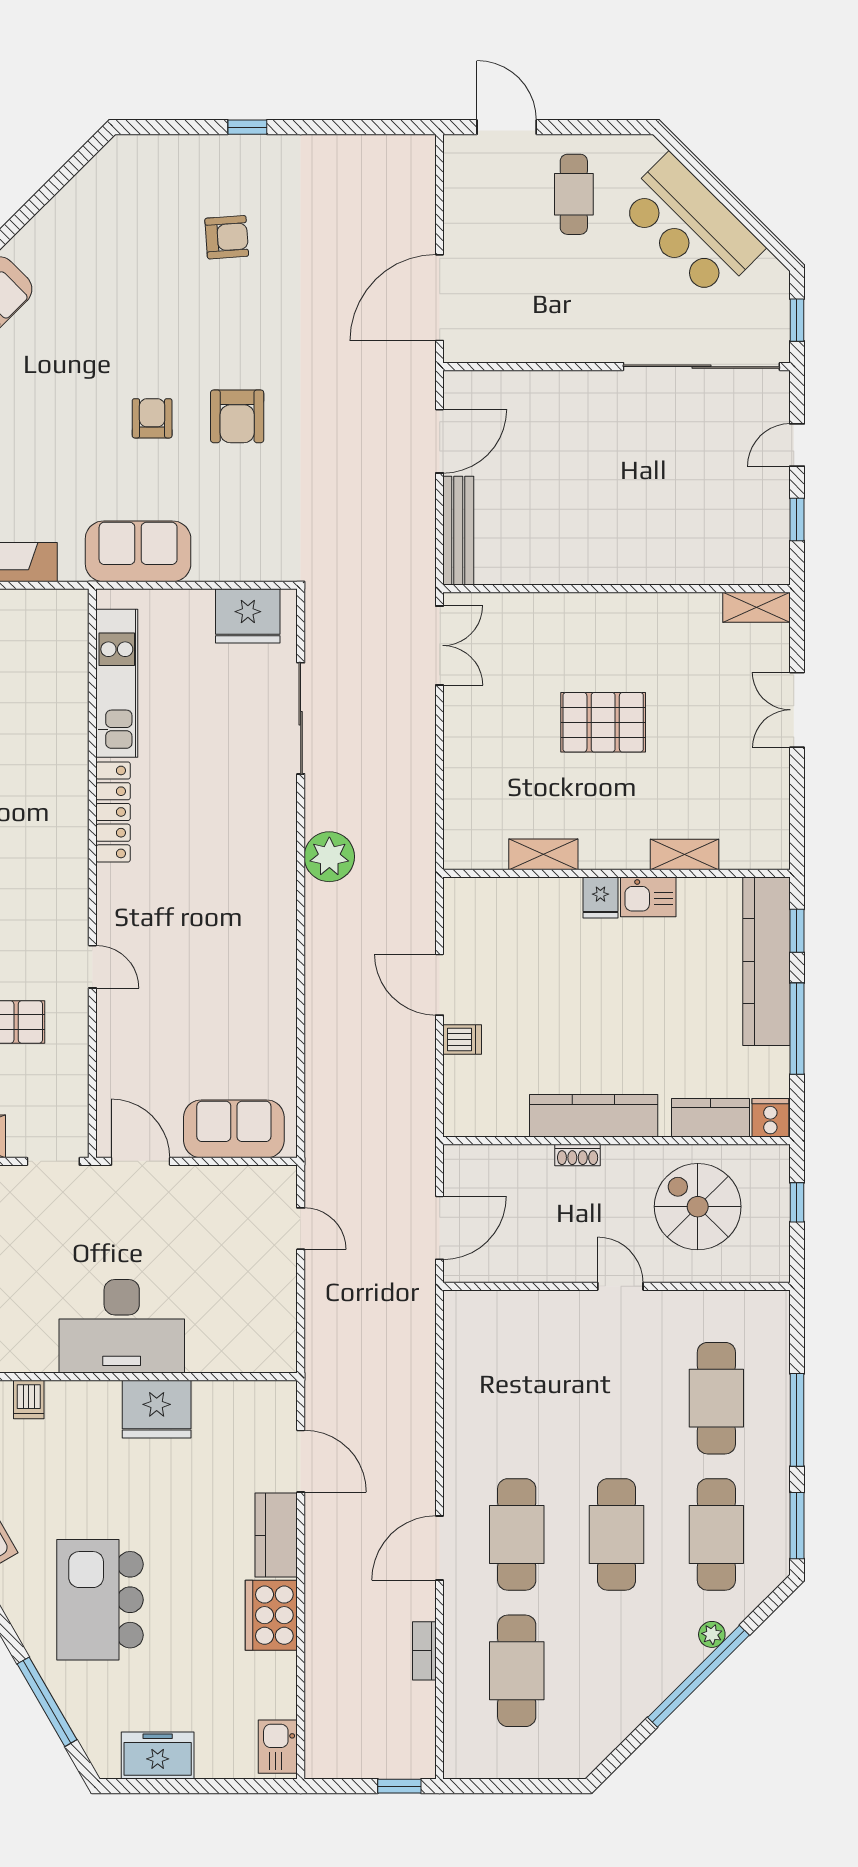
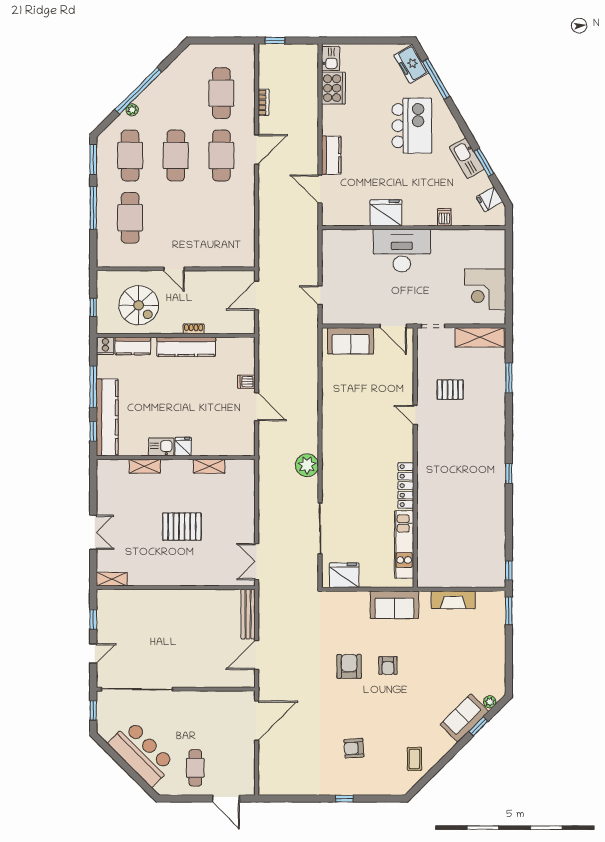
coffee table: (94, 214) -> (414, 759), added
cooker: (271, 1615) -> (333, 88), moved
freezer: (158, 1756) -> (411, 64), moved, turned 60

